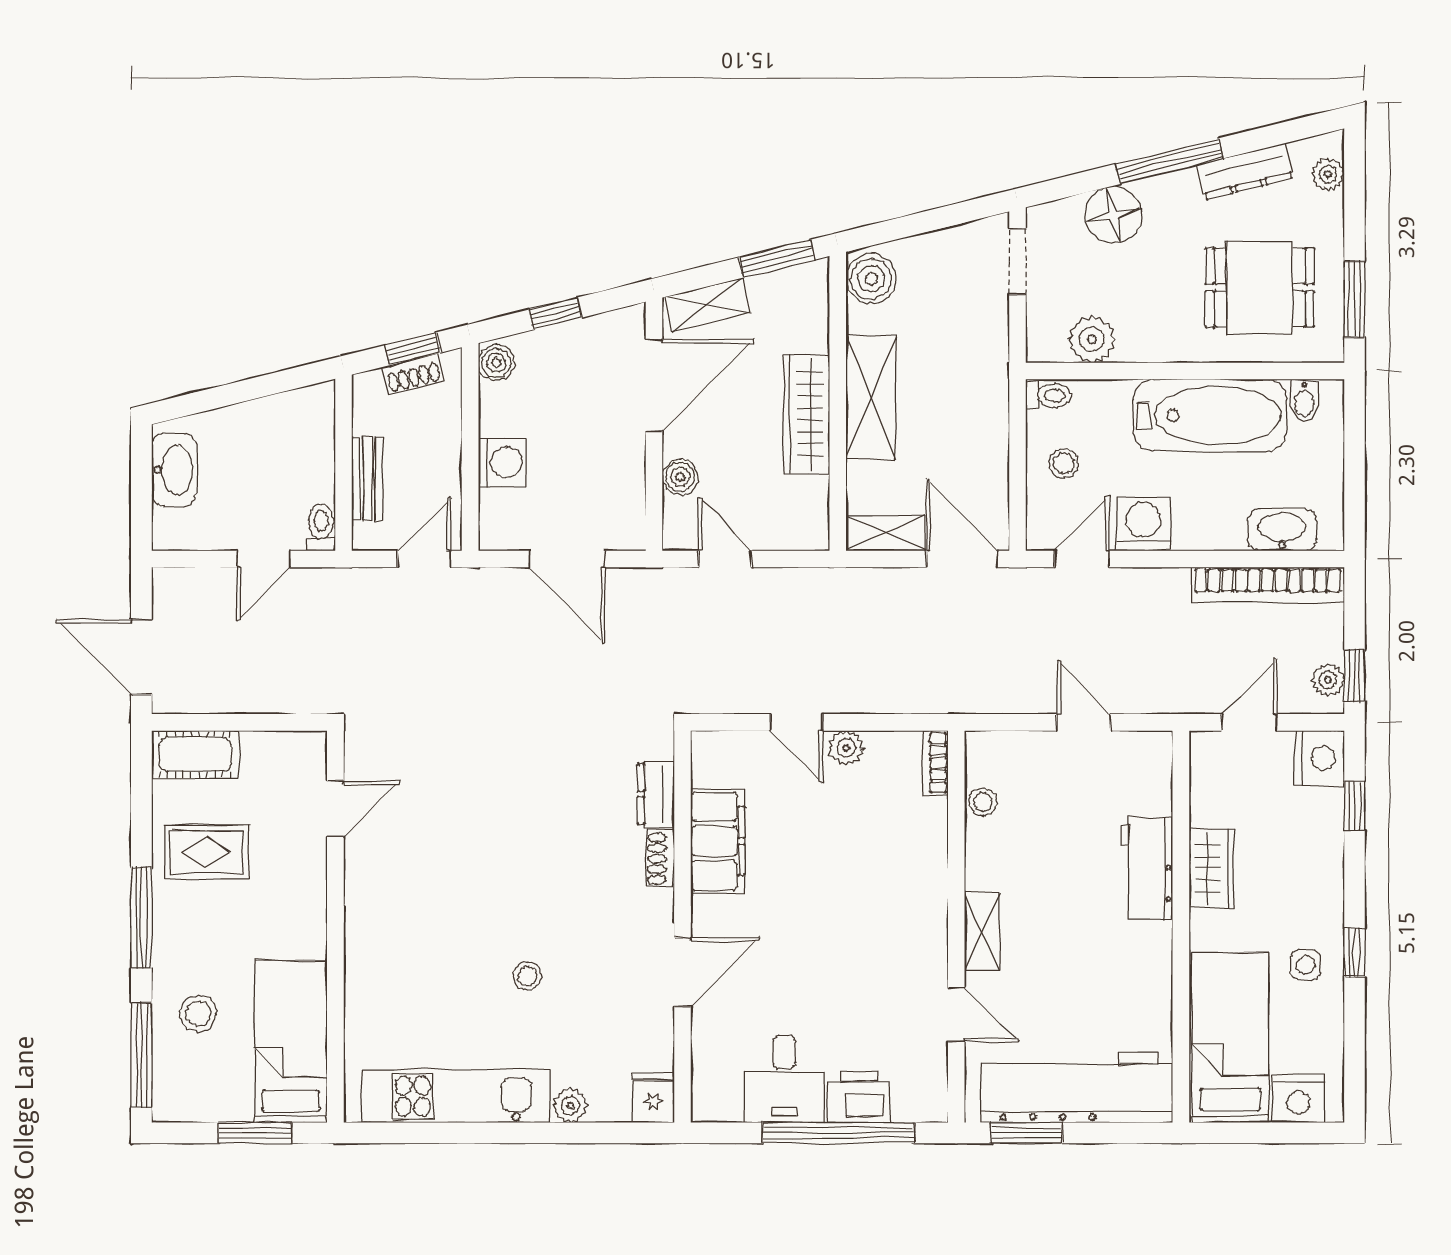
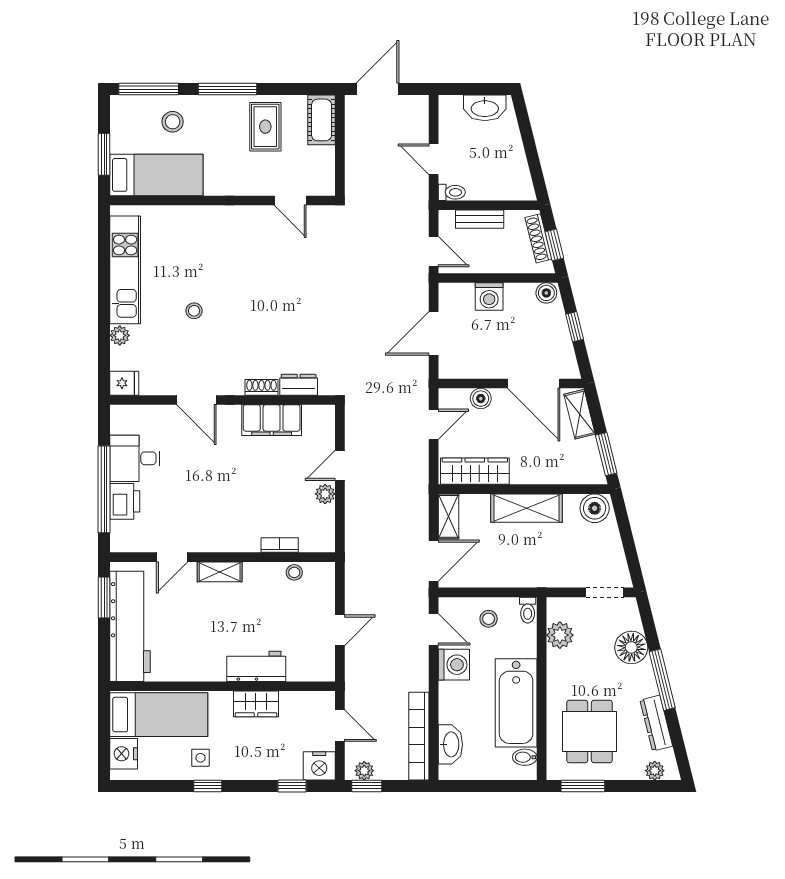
shoe rack: (413, 374) -> (538, 238), width x1.43
wardrobe: (807, 414) -> (475, 471), moved
bookcase: (935, 763) -> (280, 545), moved

